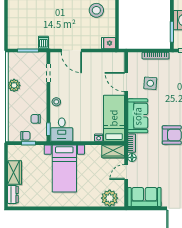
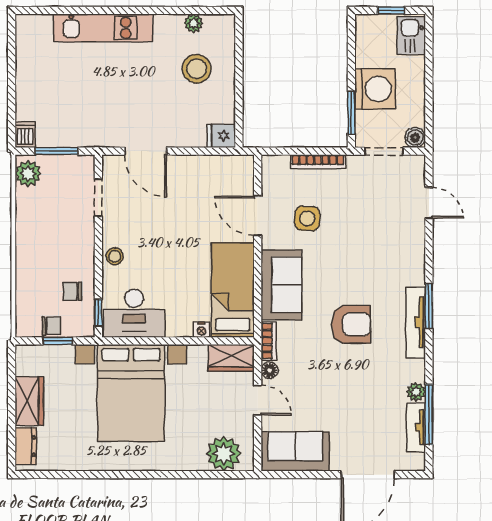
dishwasher: (43, 42) -> (25, 135), moved
plant: (14, 85) -> (28, 174), moved
desk: (62, 130) -> (134, 313), width x1.37
bed with nightstands: (64, 168) -> (131, 393), width x1.36
door: (126, 172) -> (258, 400), swing flipped

